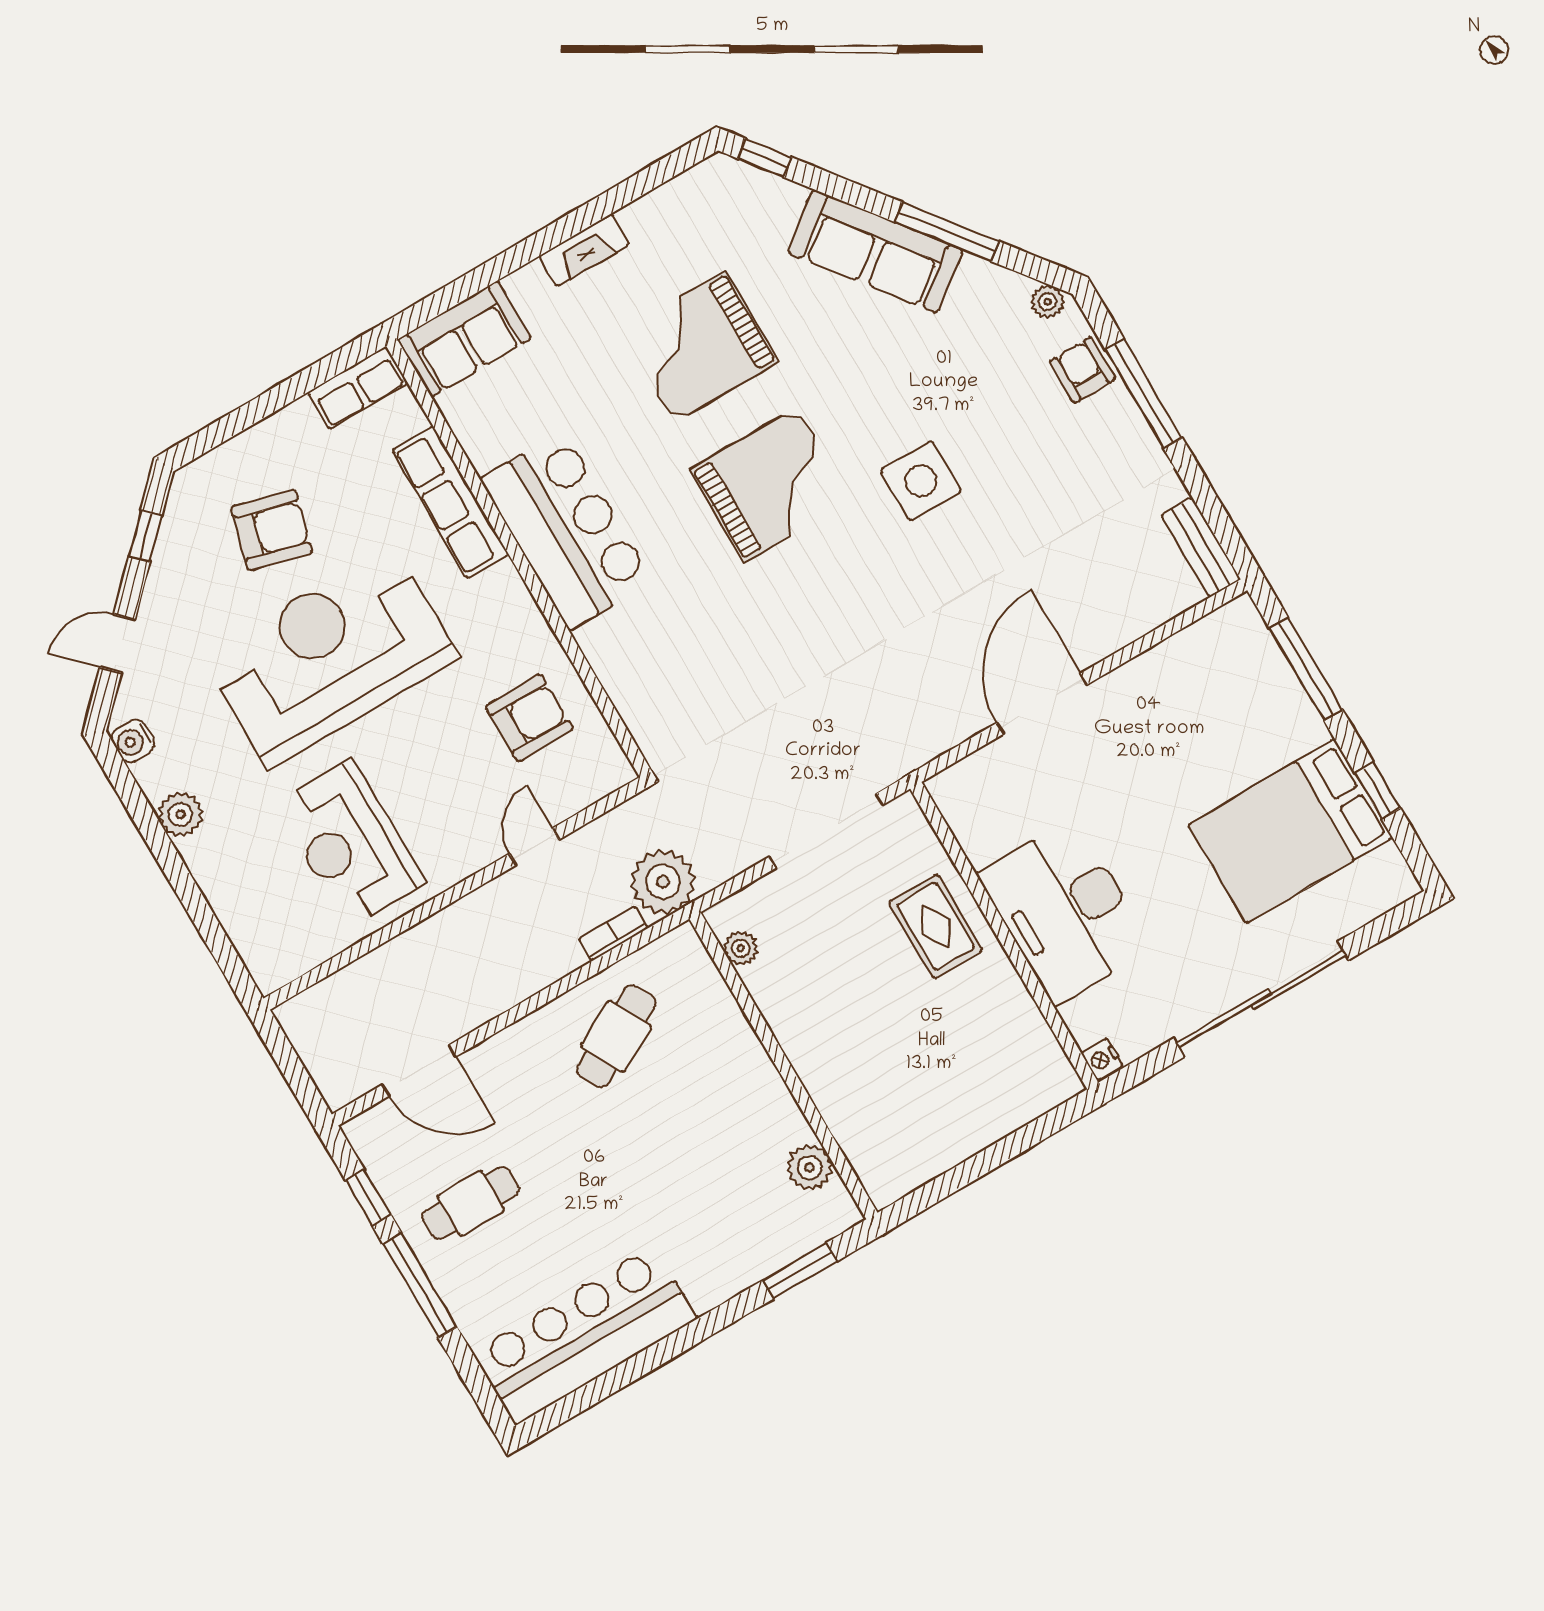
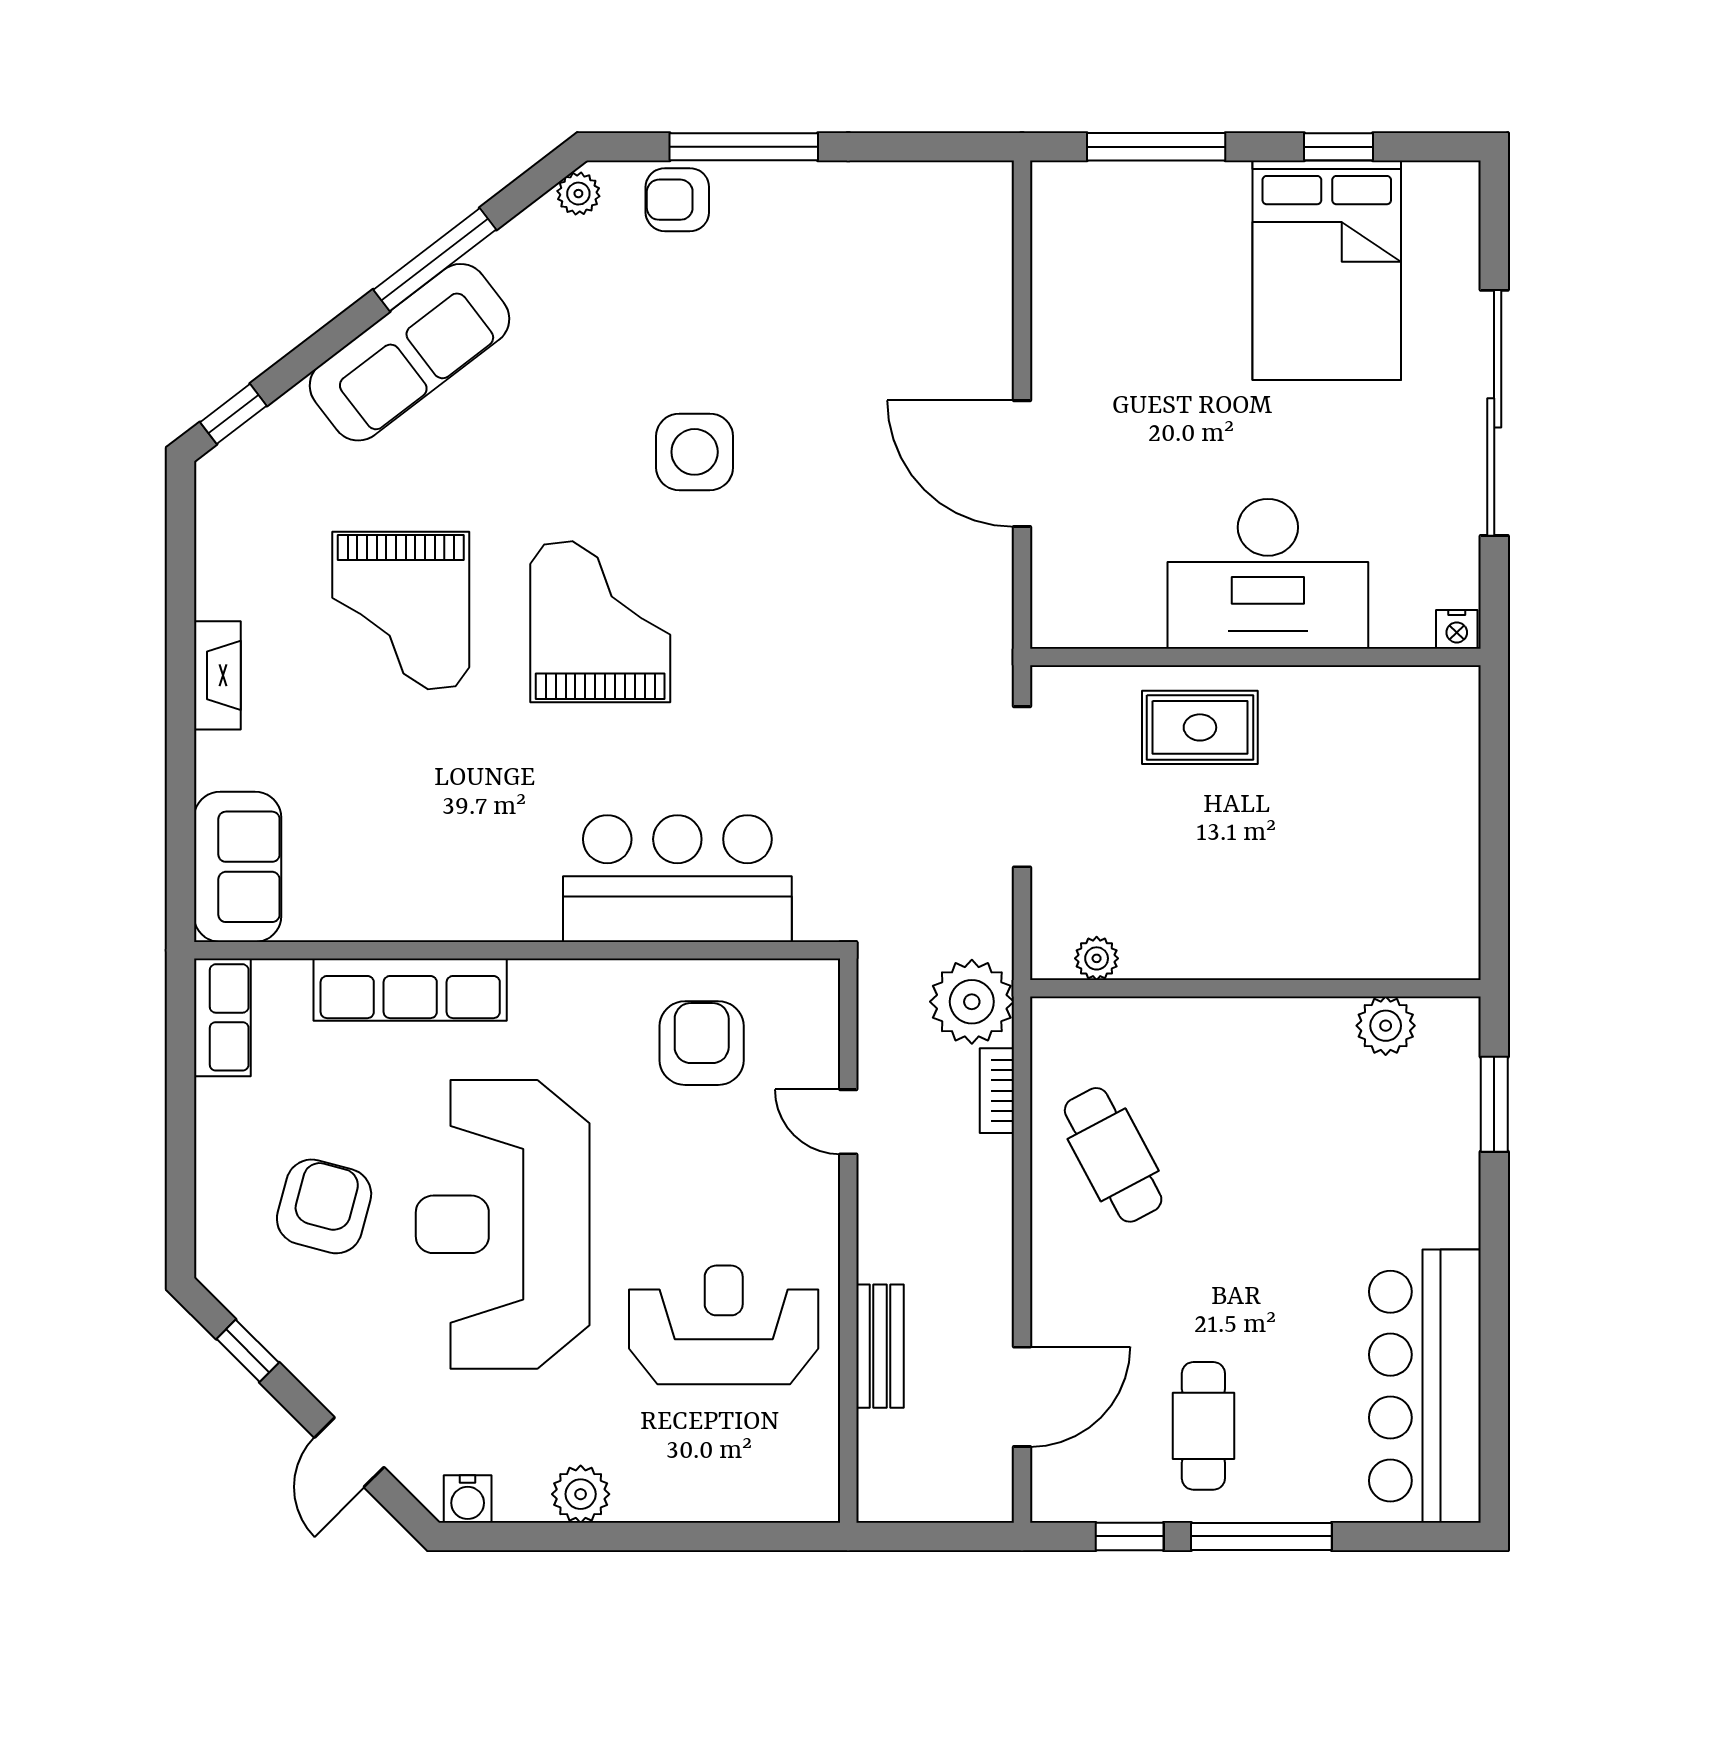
bar counter: (567, 530) -> (677, 879), moved
bench: (1201, 547) -> (880, 1346), moved, turned 90
reception desk: (350, 843) -> (724, 1325), turned 180

